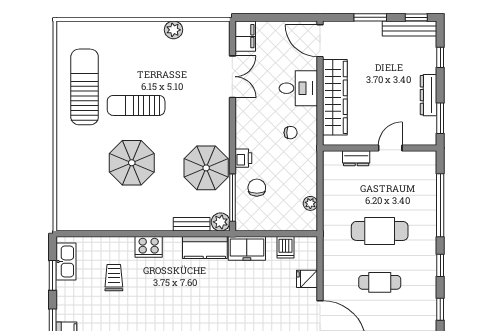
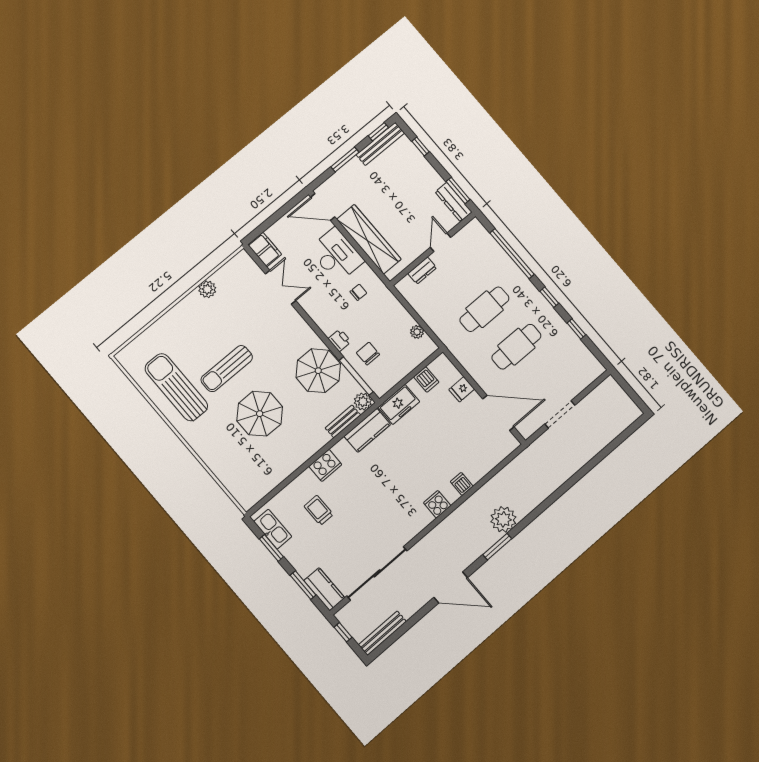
desk: (298, 88) -> (336, 255), width x1.37
dresser: (429, 95) -> (454, 202), moved
cafe table: (380, 282) -> (516, 347), width x1.37, depth x1.35

